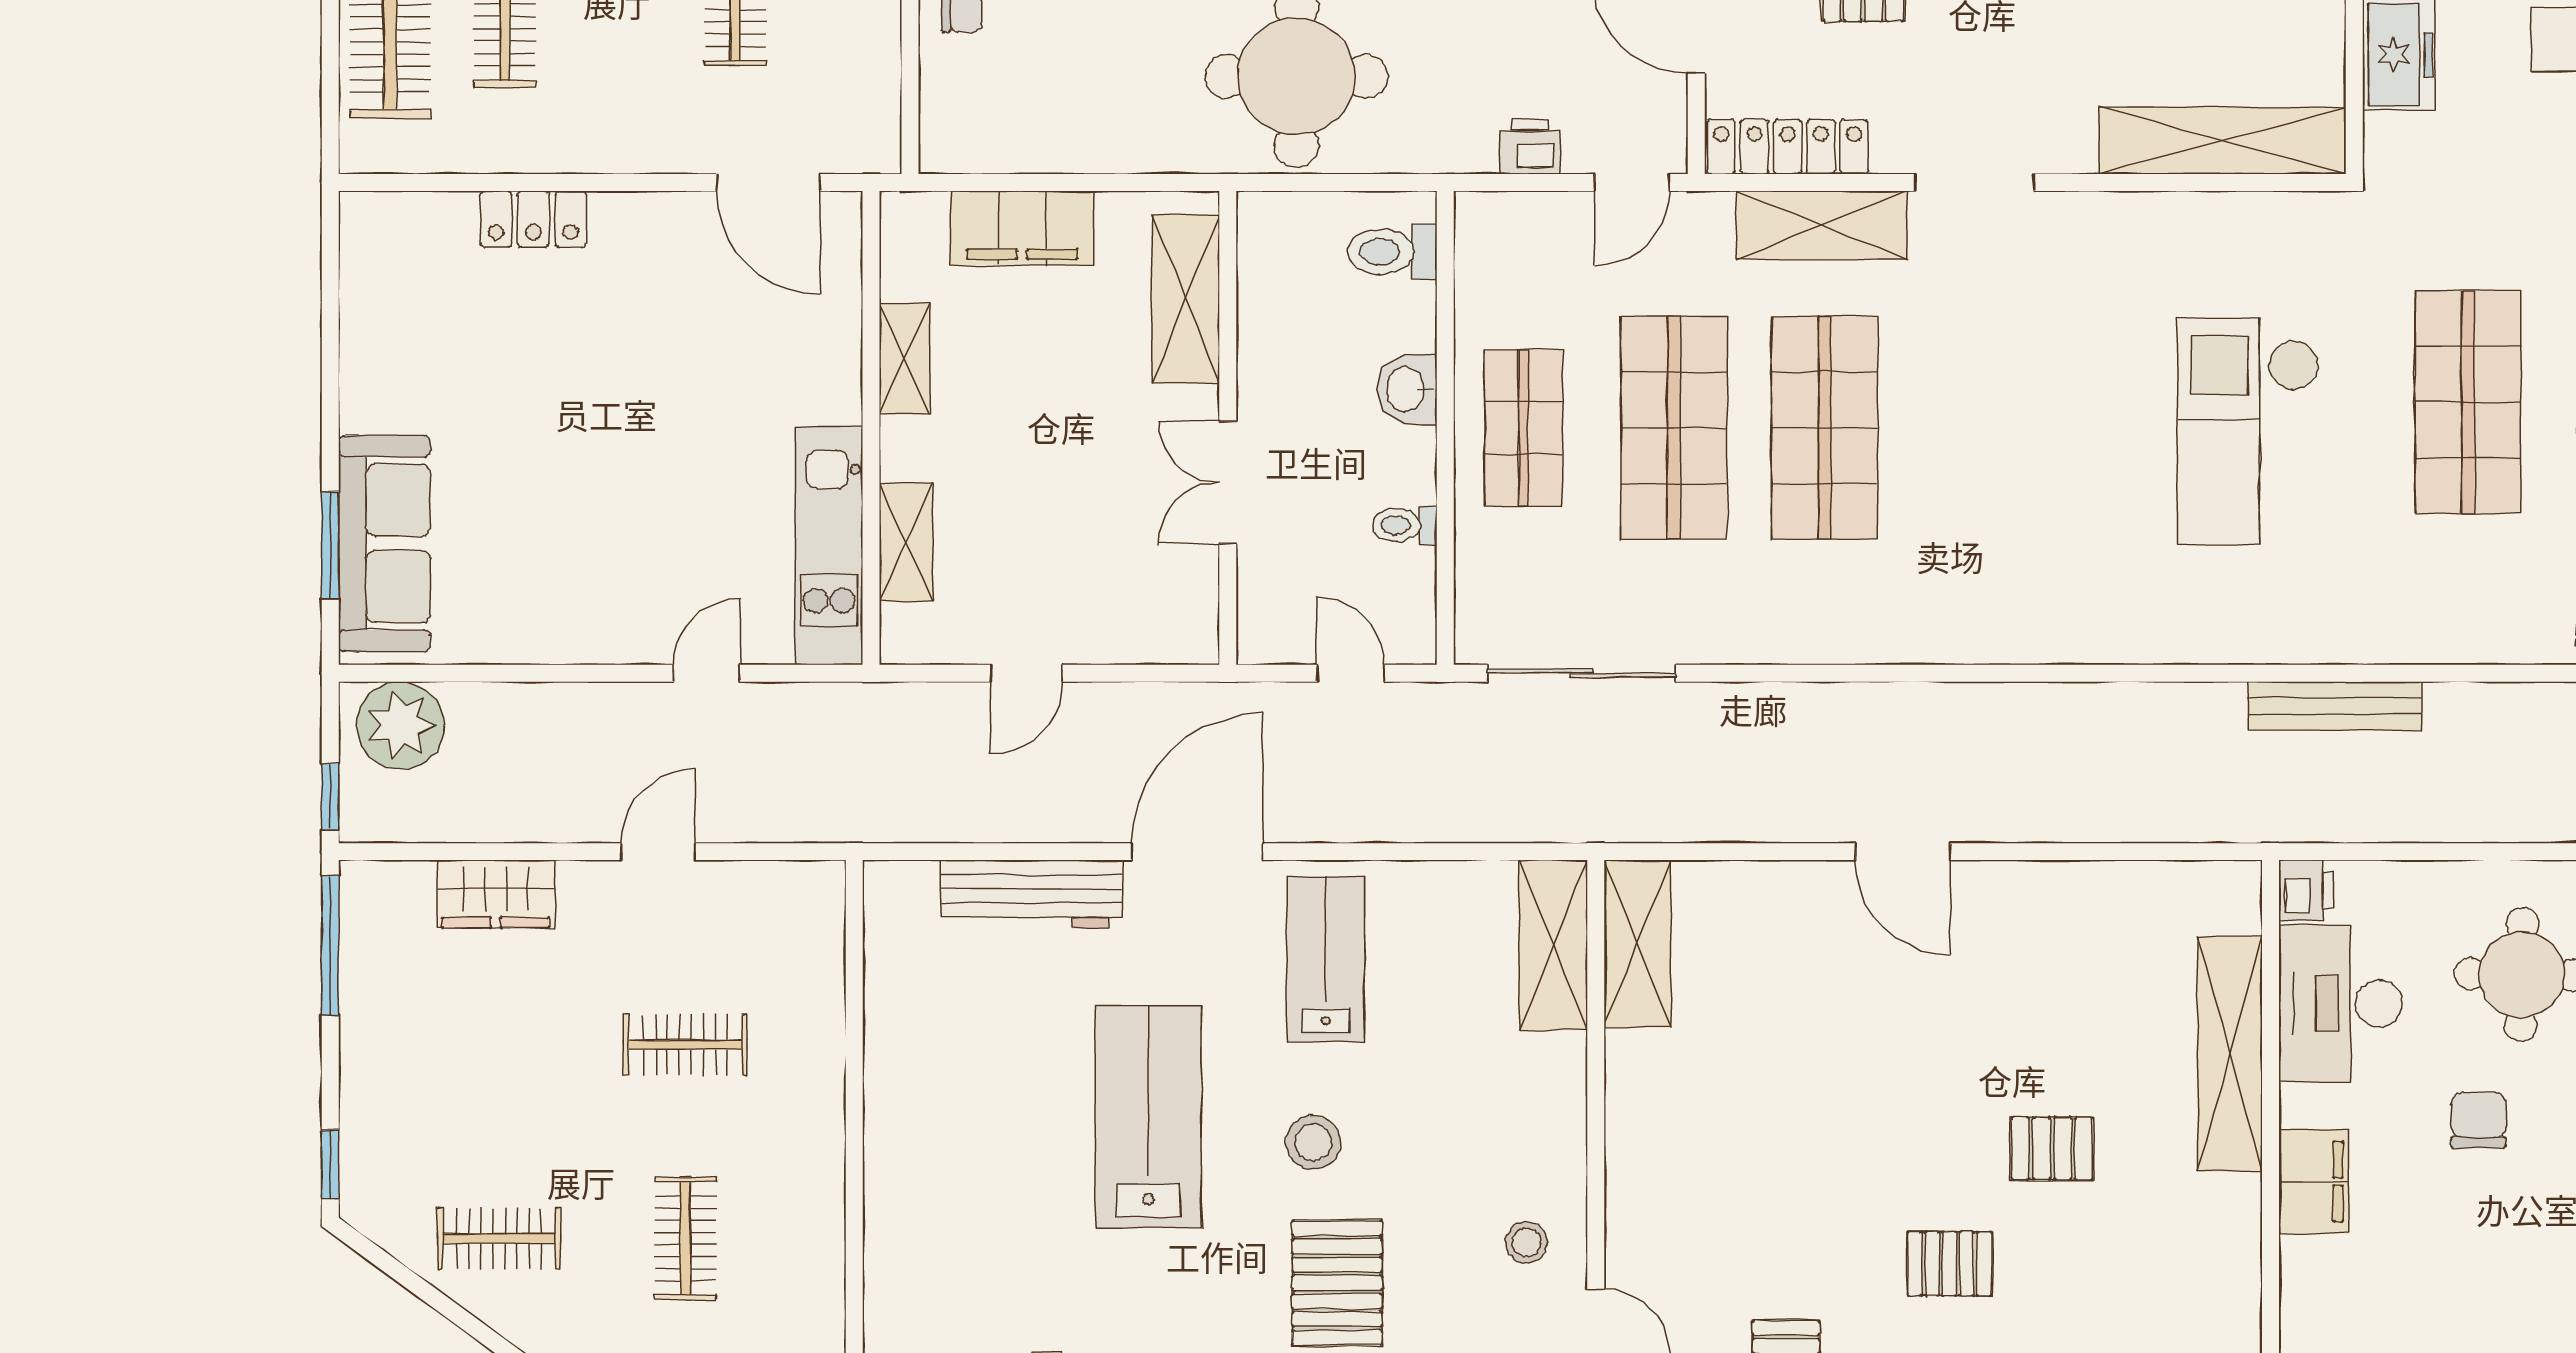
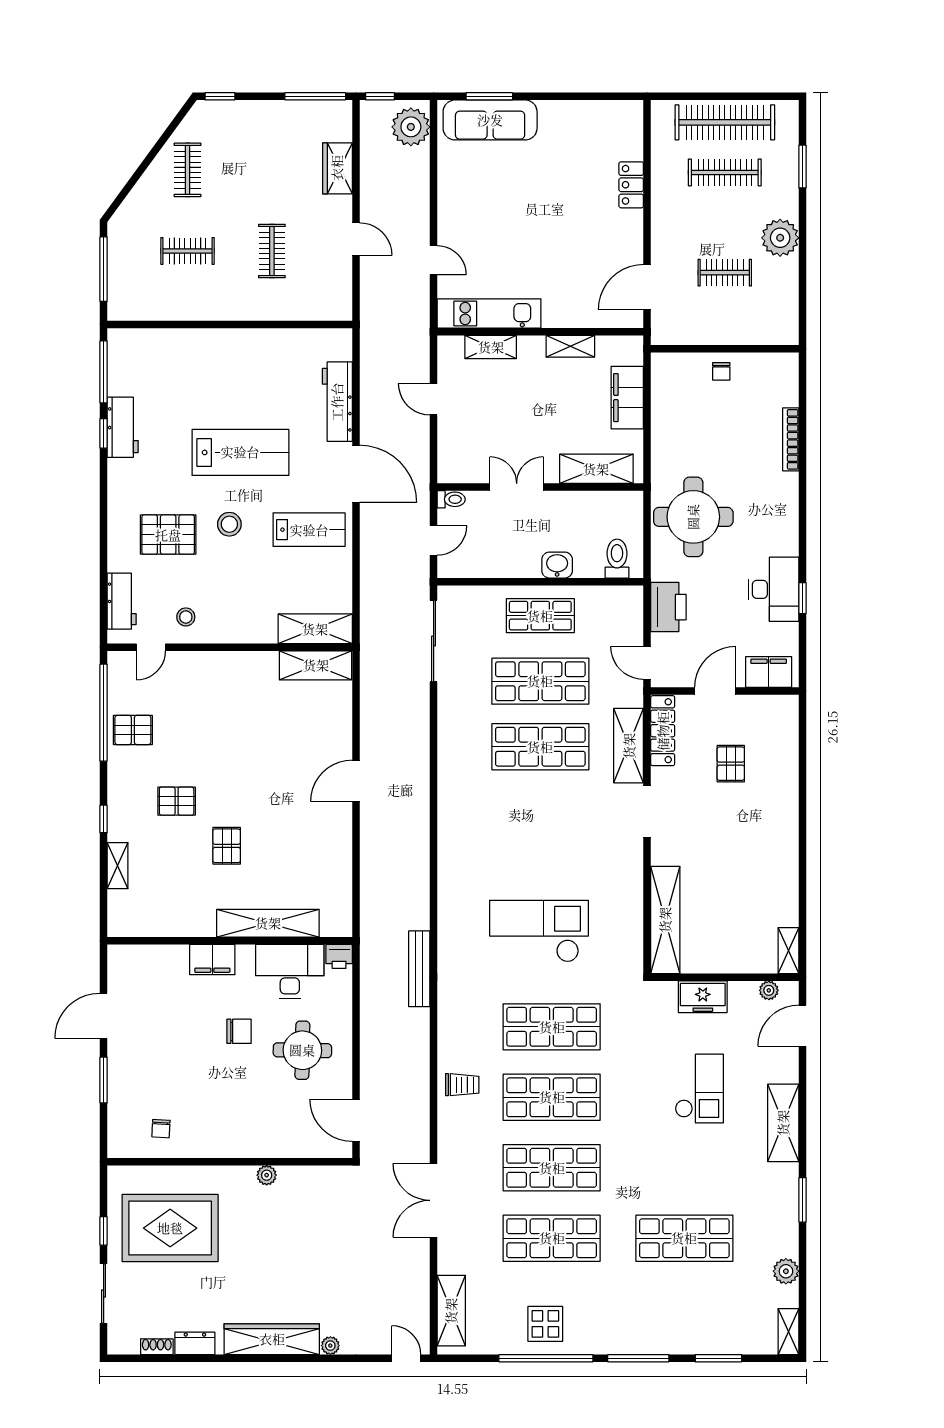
printer: (1530, 147) -> (668, 607), width x1.87, depth x1.48
toilet: (1405, 525) -> (451, 499), moved, turned 90
pallet: (1949, 1264) -> (177, 801), turned 90

